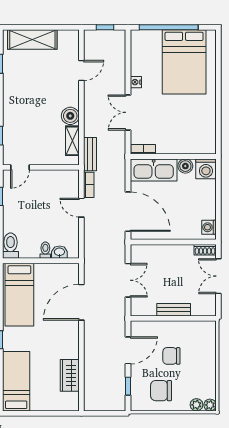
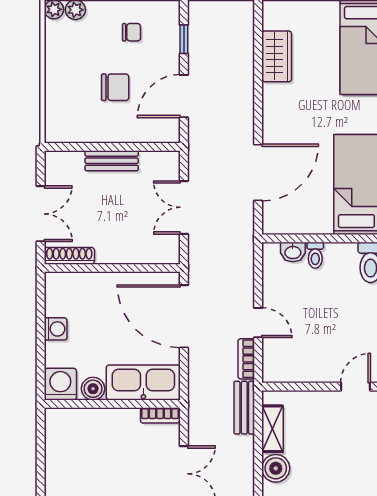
washing machine: (209, 227) -> (56, 329), moved
shoe rack: (205, 250) -> (69, 256), width x1.43
chair: (161, 391) -> (132, 32), width x0.54, depth x0.54

